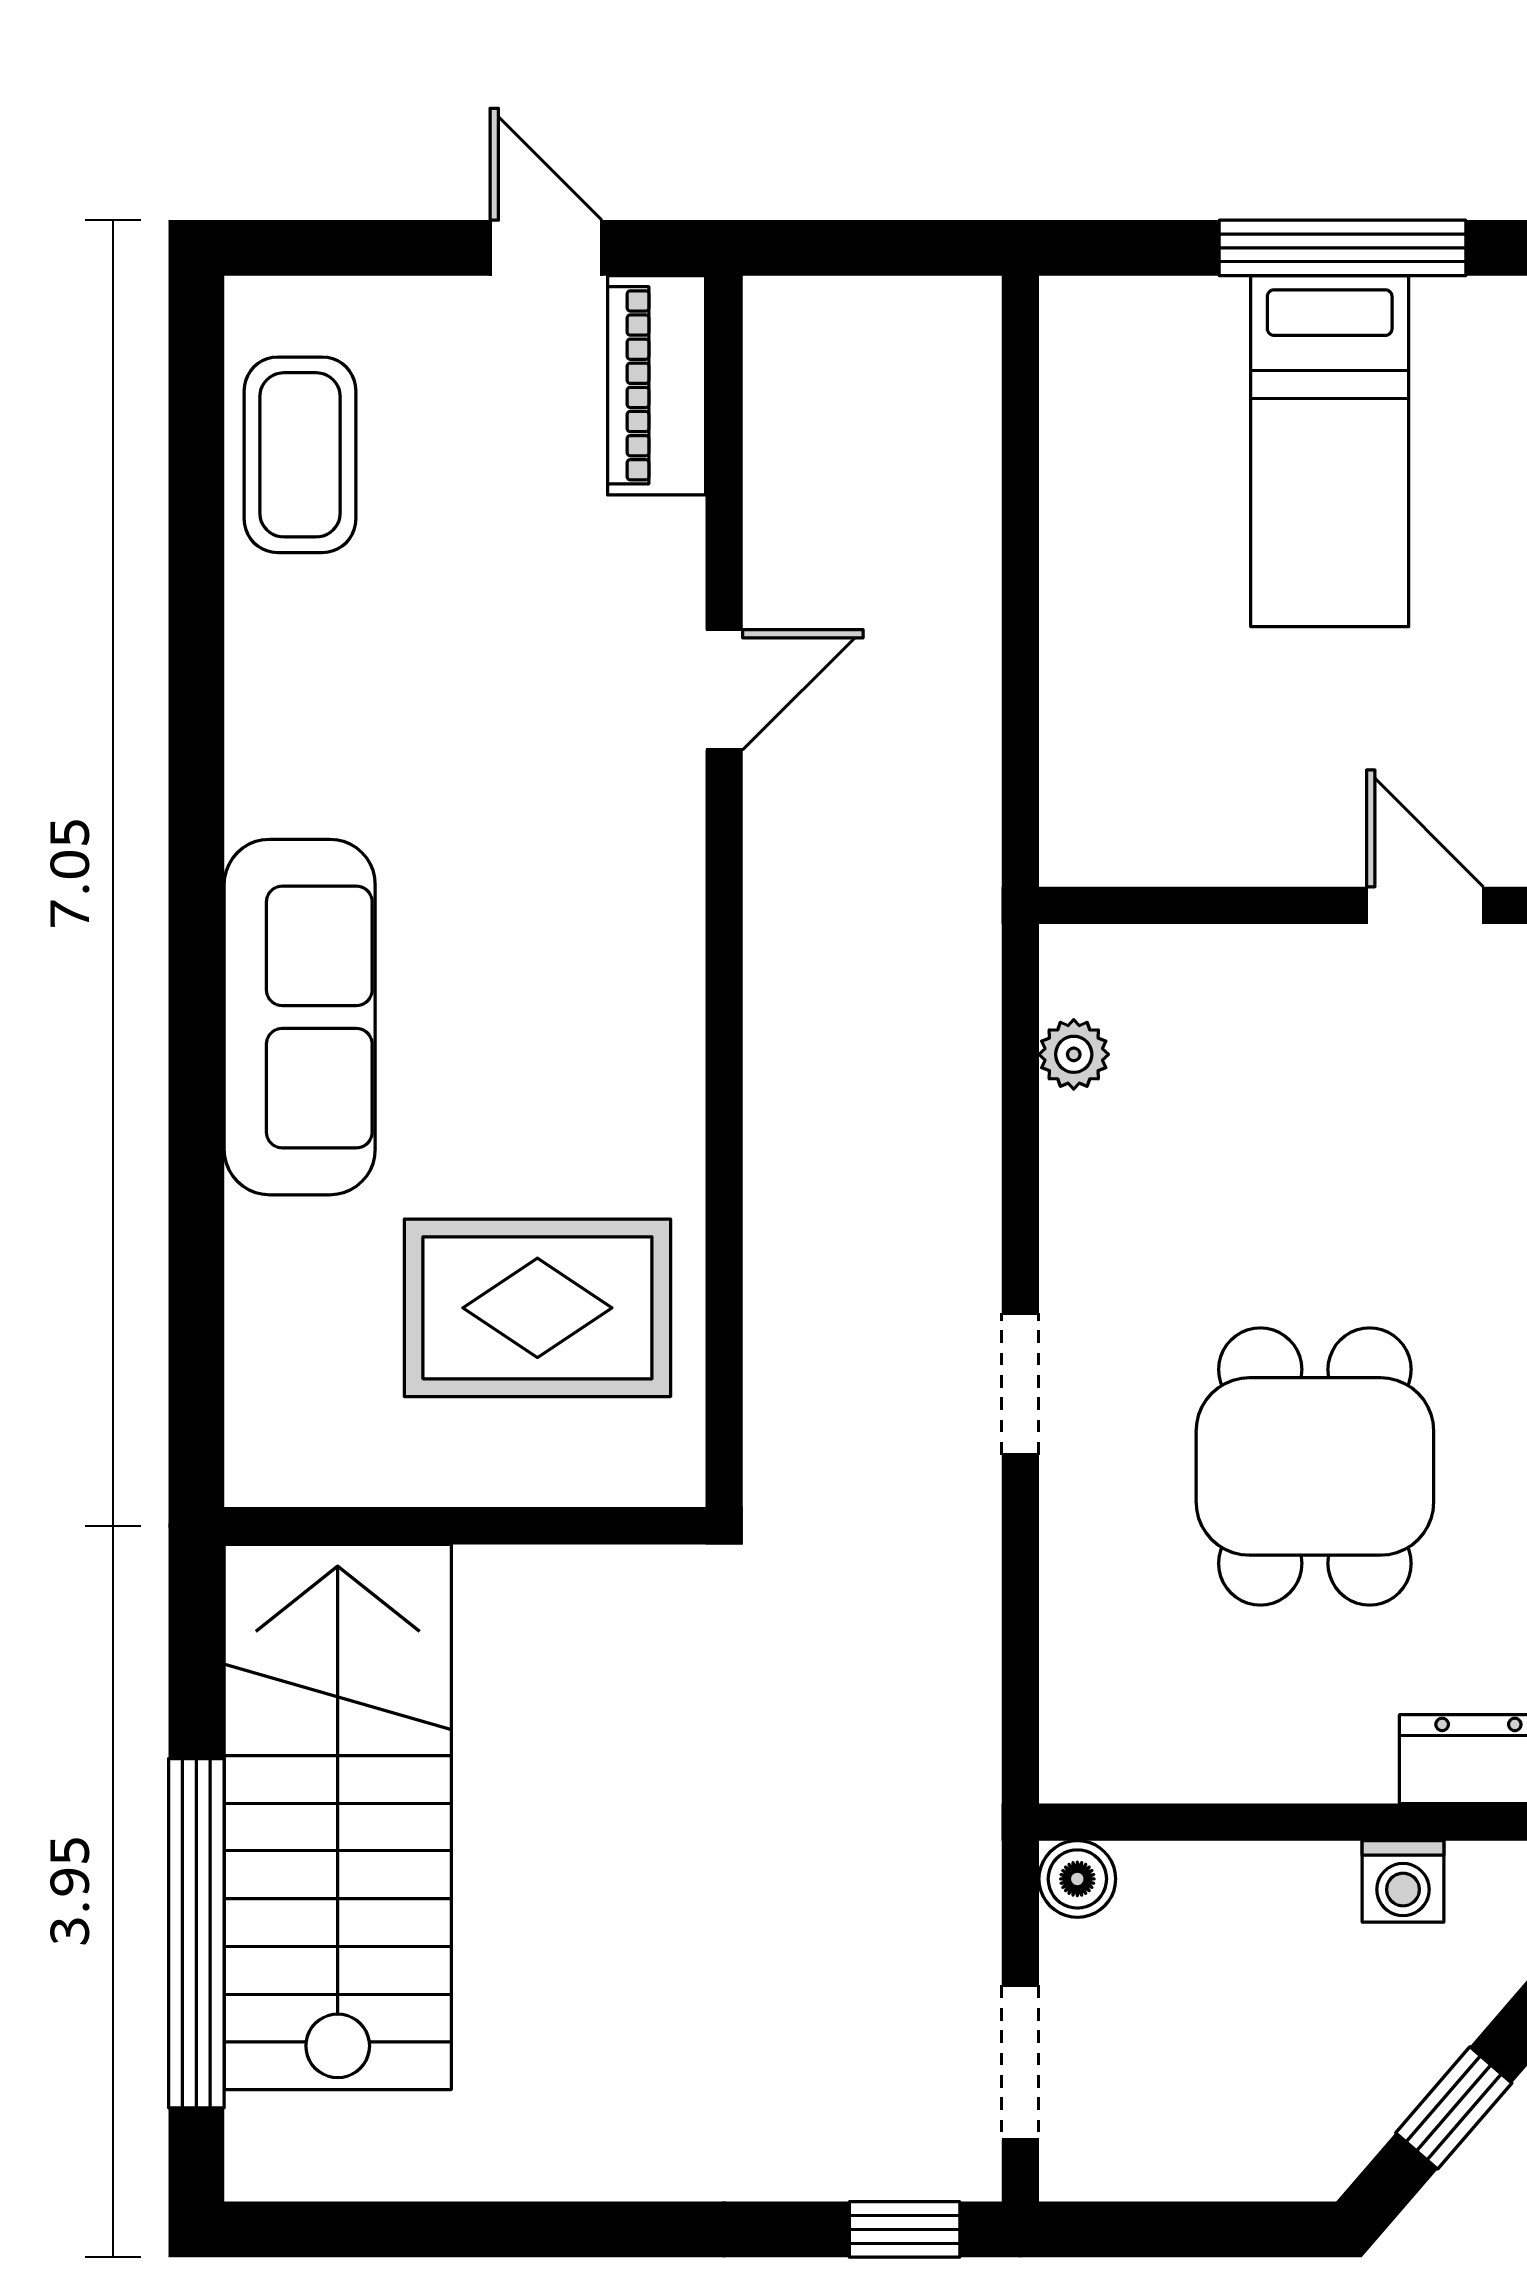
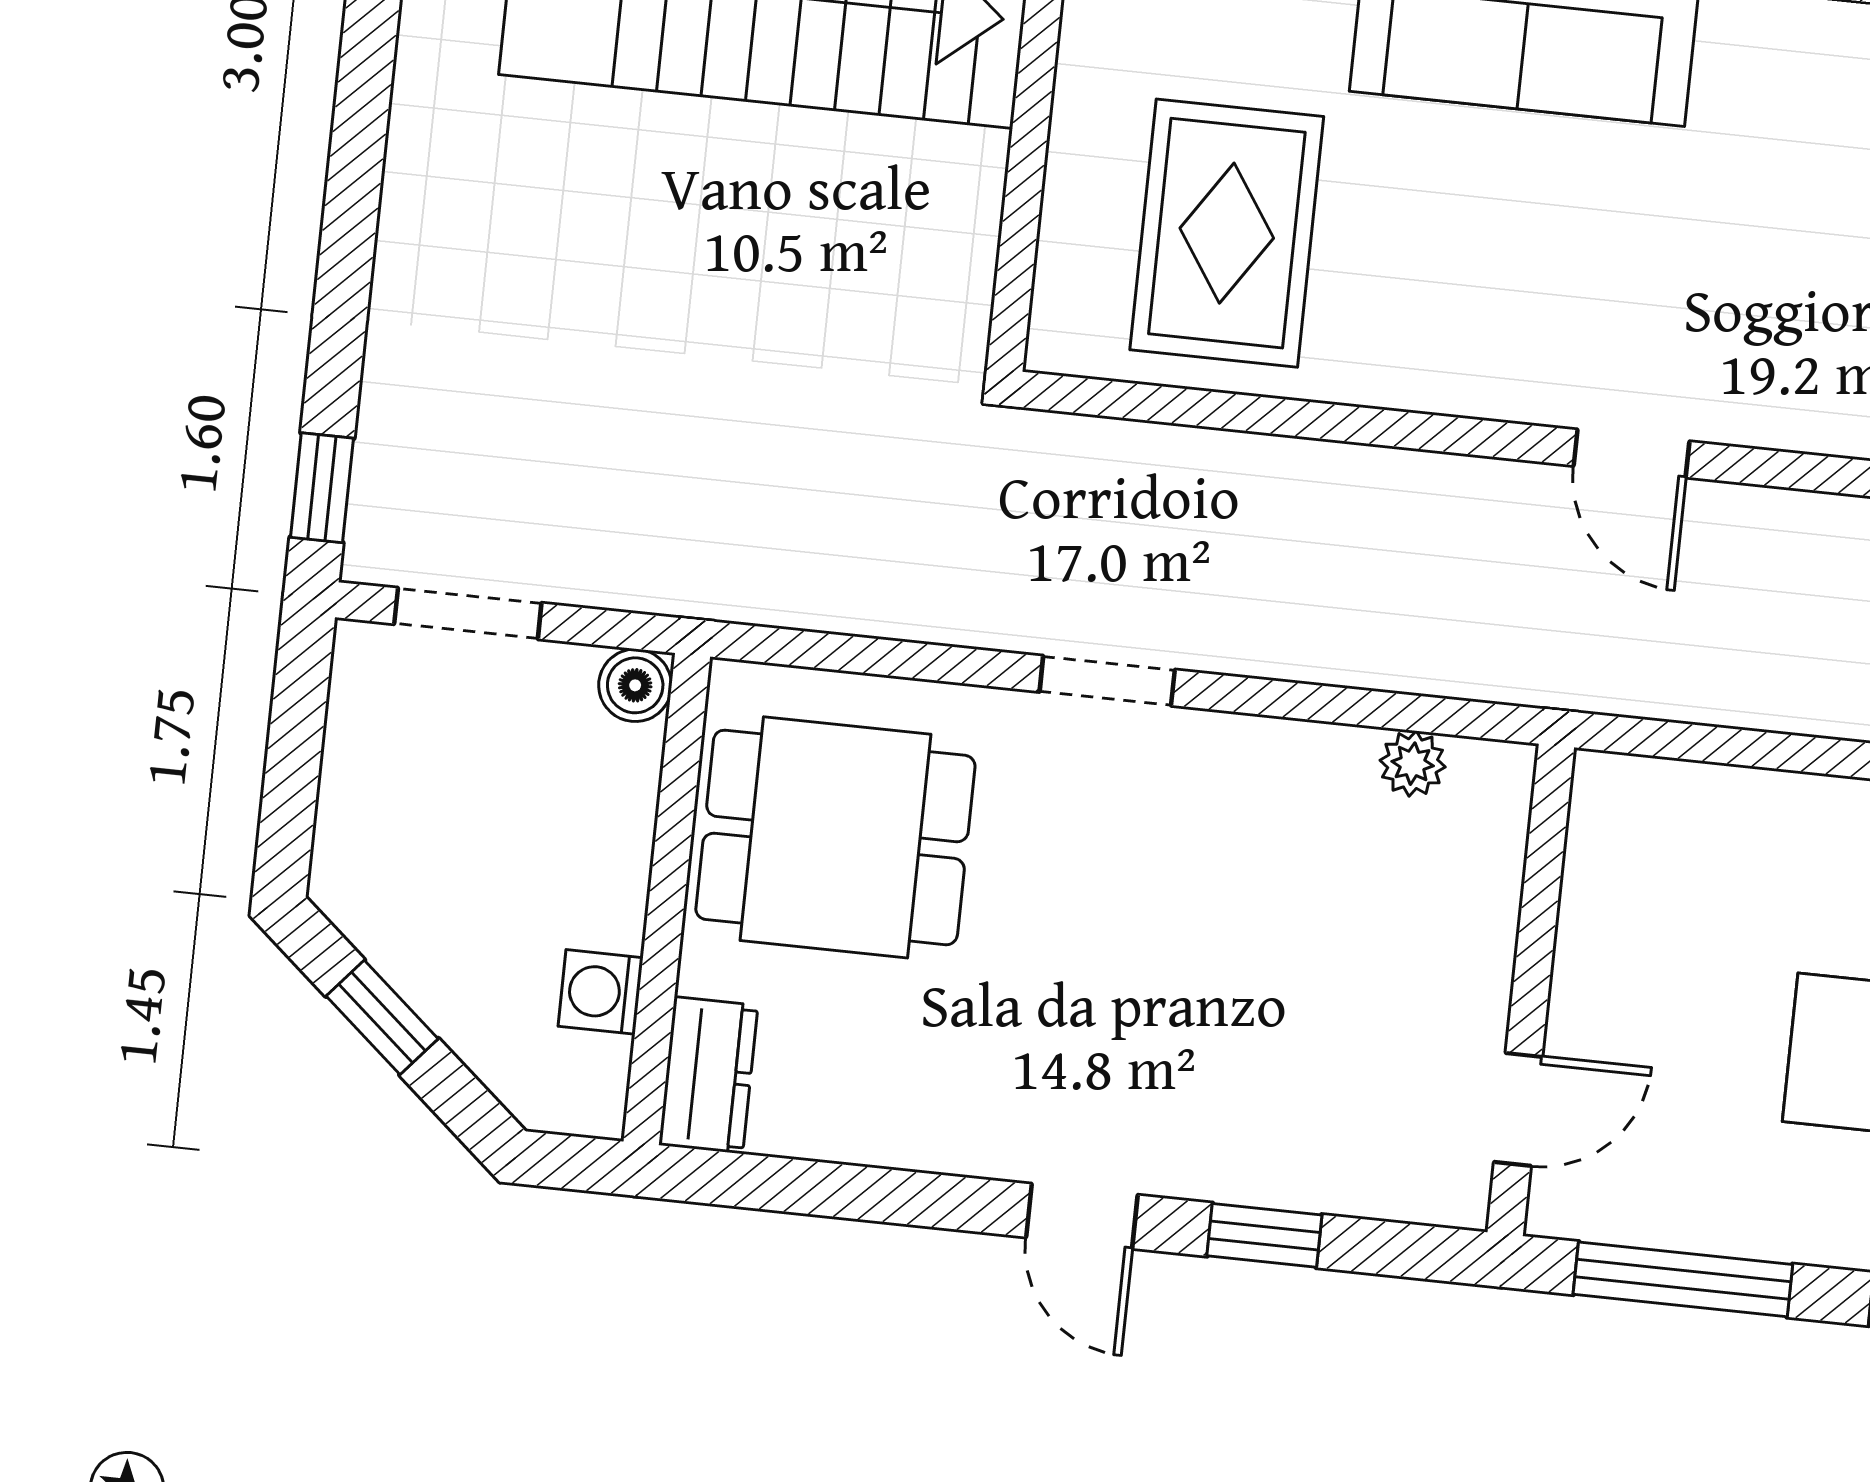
door: (724, 690) -> (1632, 454), moved
dining table: (1315, 1466) -> (835, 837), moved

